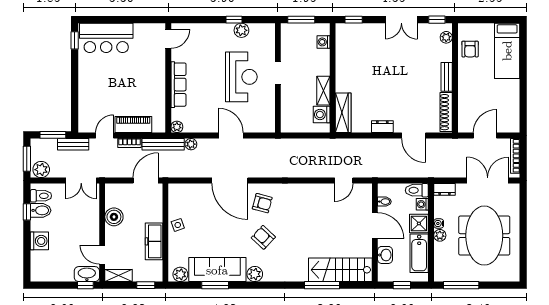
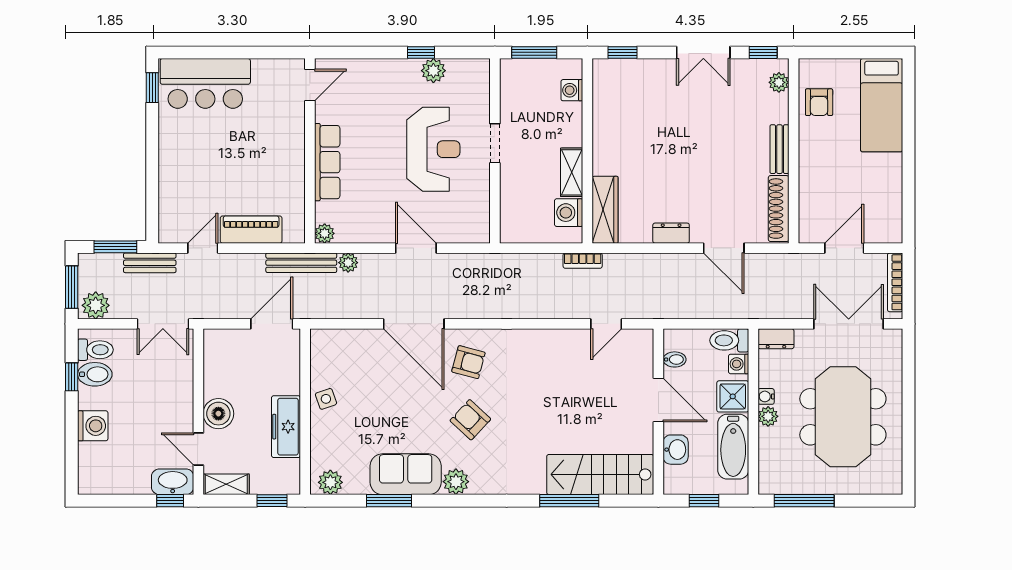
bookcase: (129, 143) -> (583, 261), moved
boiler: (114, 217) -> (218, 414), moved
sofa: (217, 270) -> (406, 474), width x0.73

